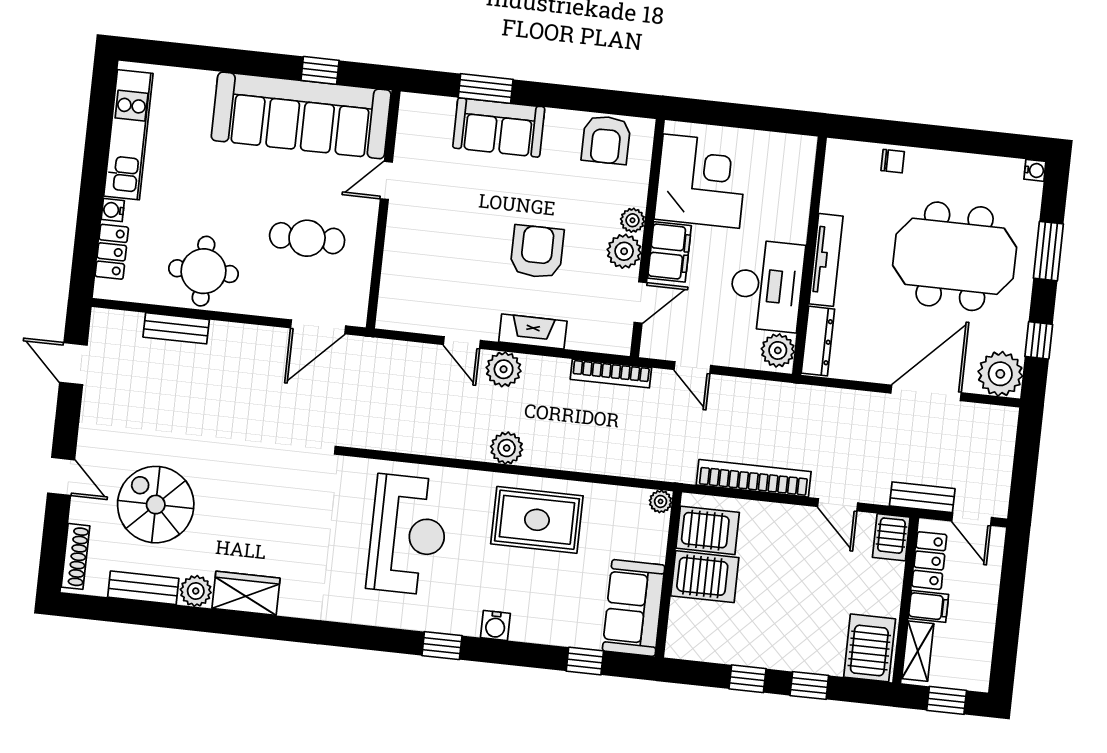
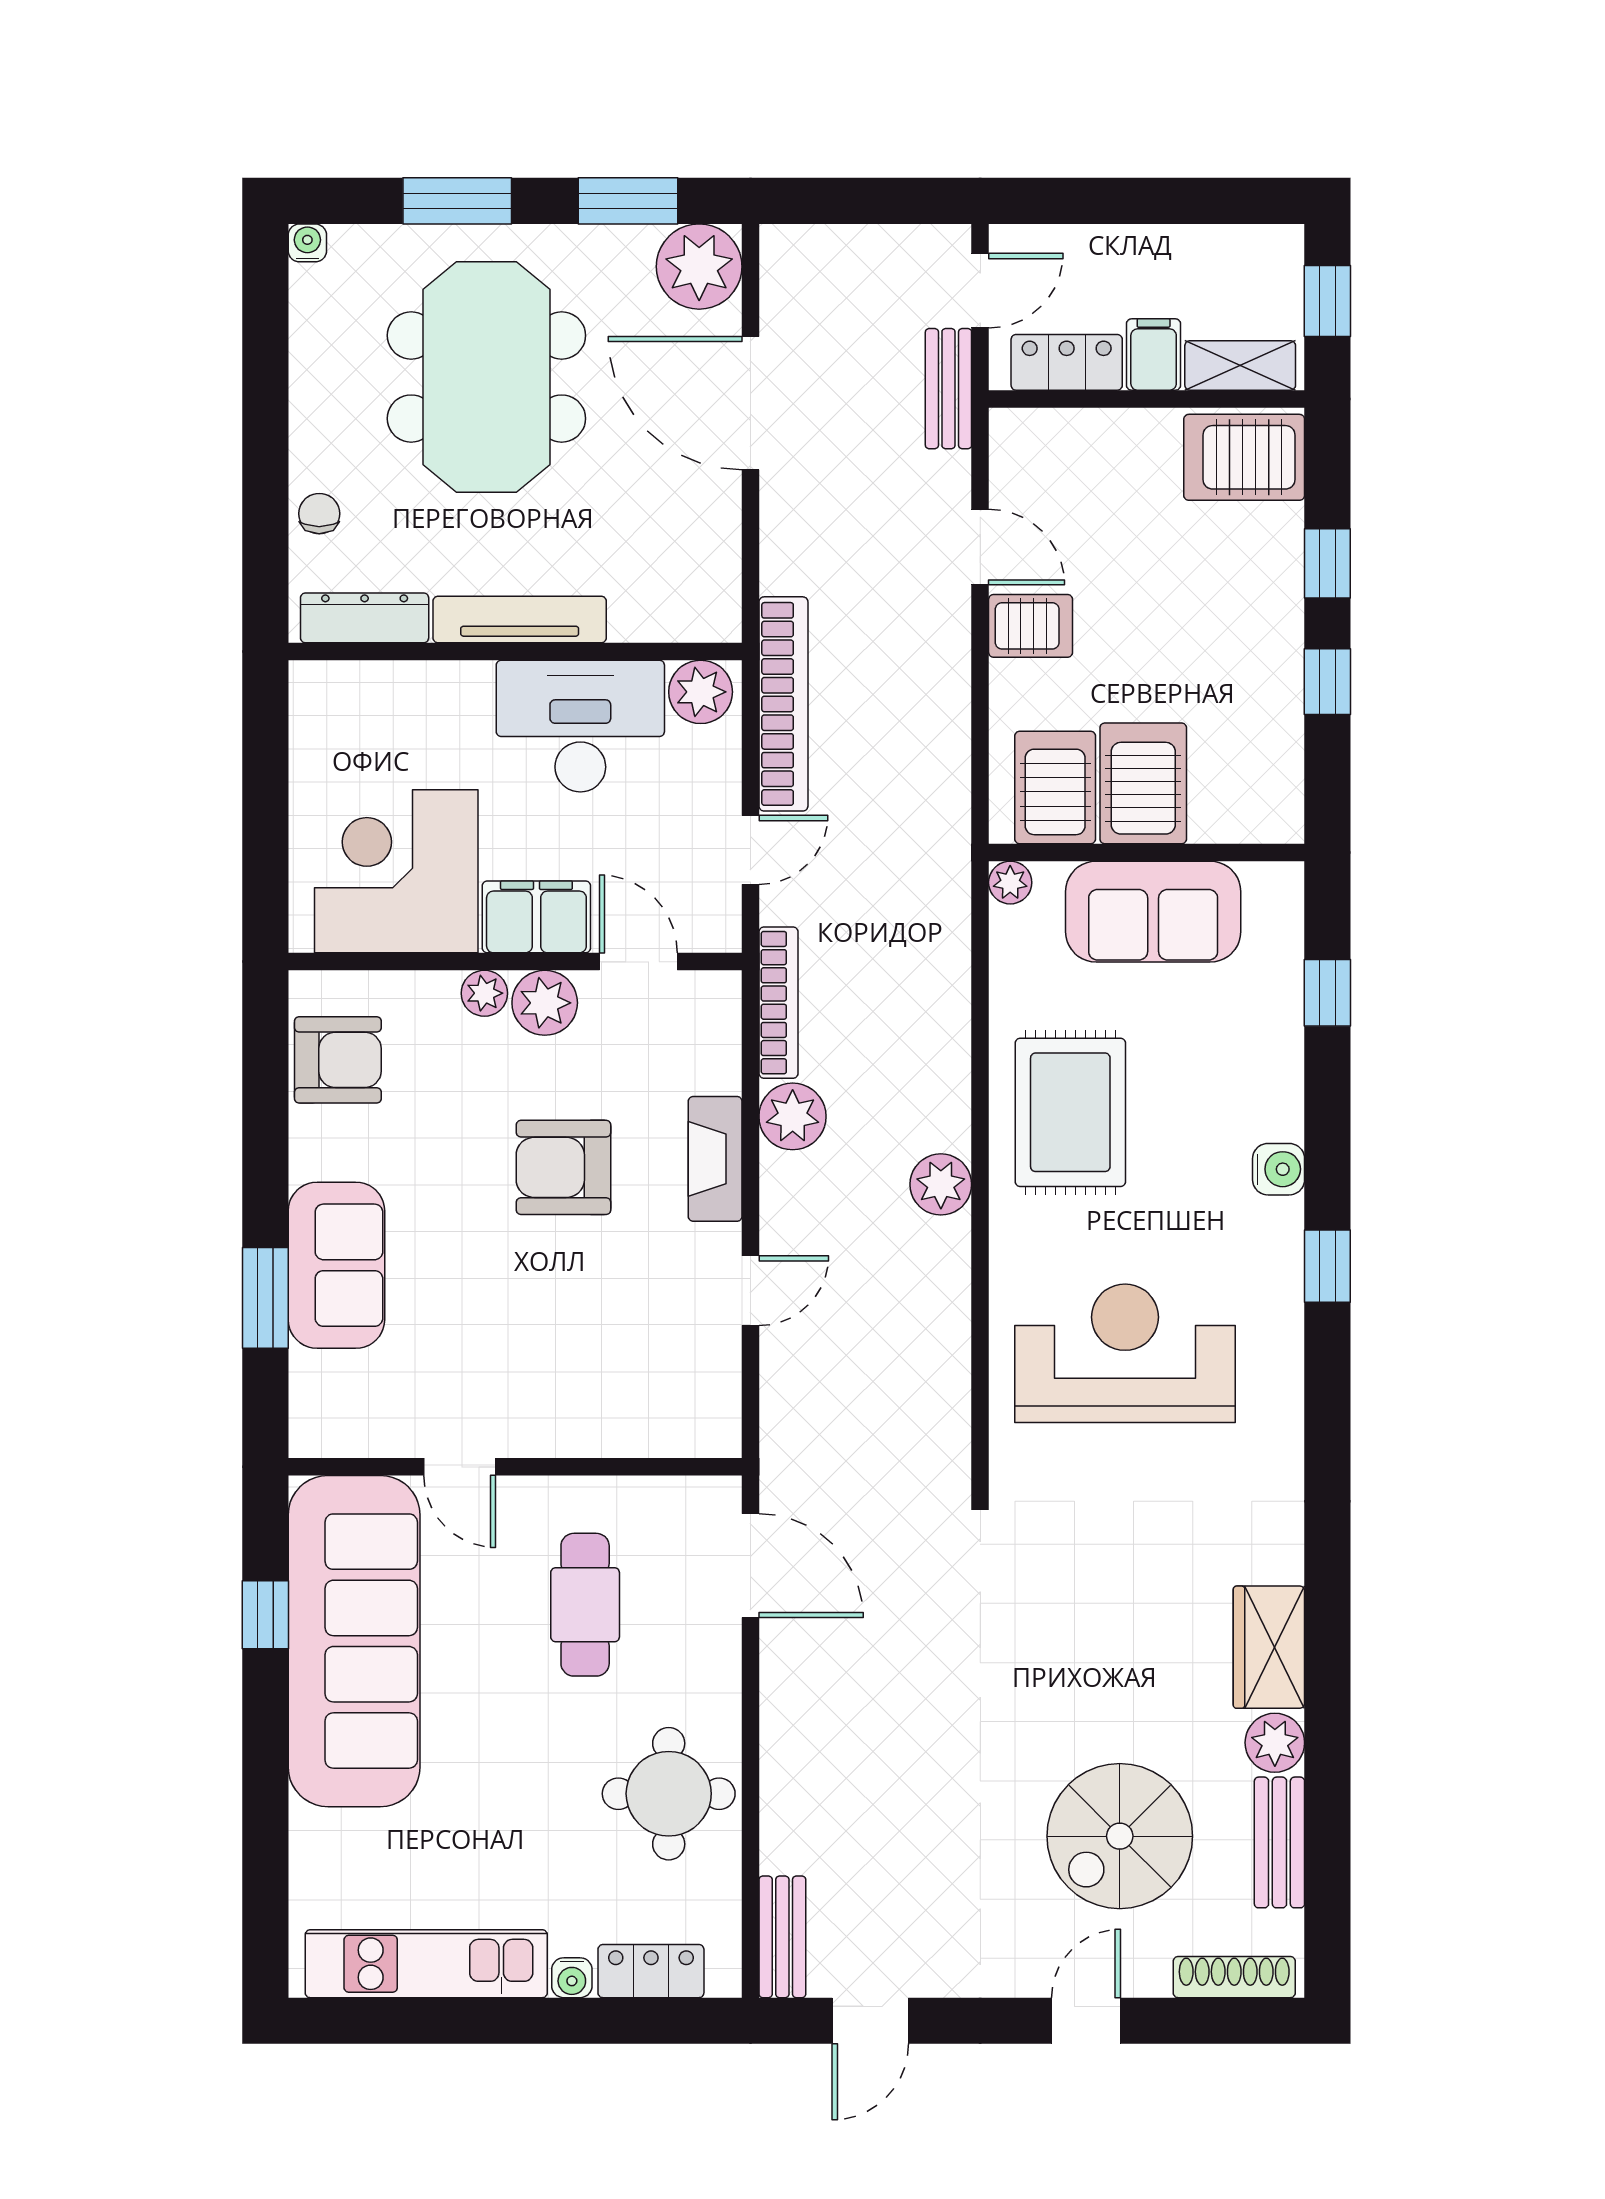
bench: (176, 328) -> (782, 1937), moved
window: (1039, 340) -> (628, 201), width x1.50
dresser: (818, 341) -> (365, 618), moved
plant: (504, 369) -> (793, 1116), moved
bookcase: (754, 478) -> (783, 704), moved, turned 180
door: (838, 505) -> (980, 547), hinge flipped
server rack: (891, 537) -> (1031, 626), moved
sofa: (634, 608) -> (1153, 912), moved

